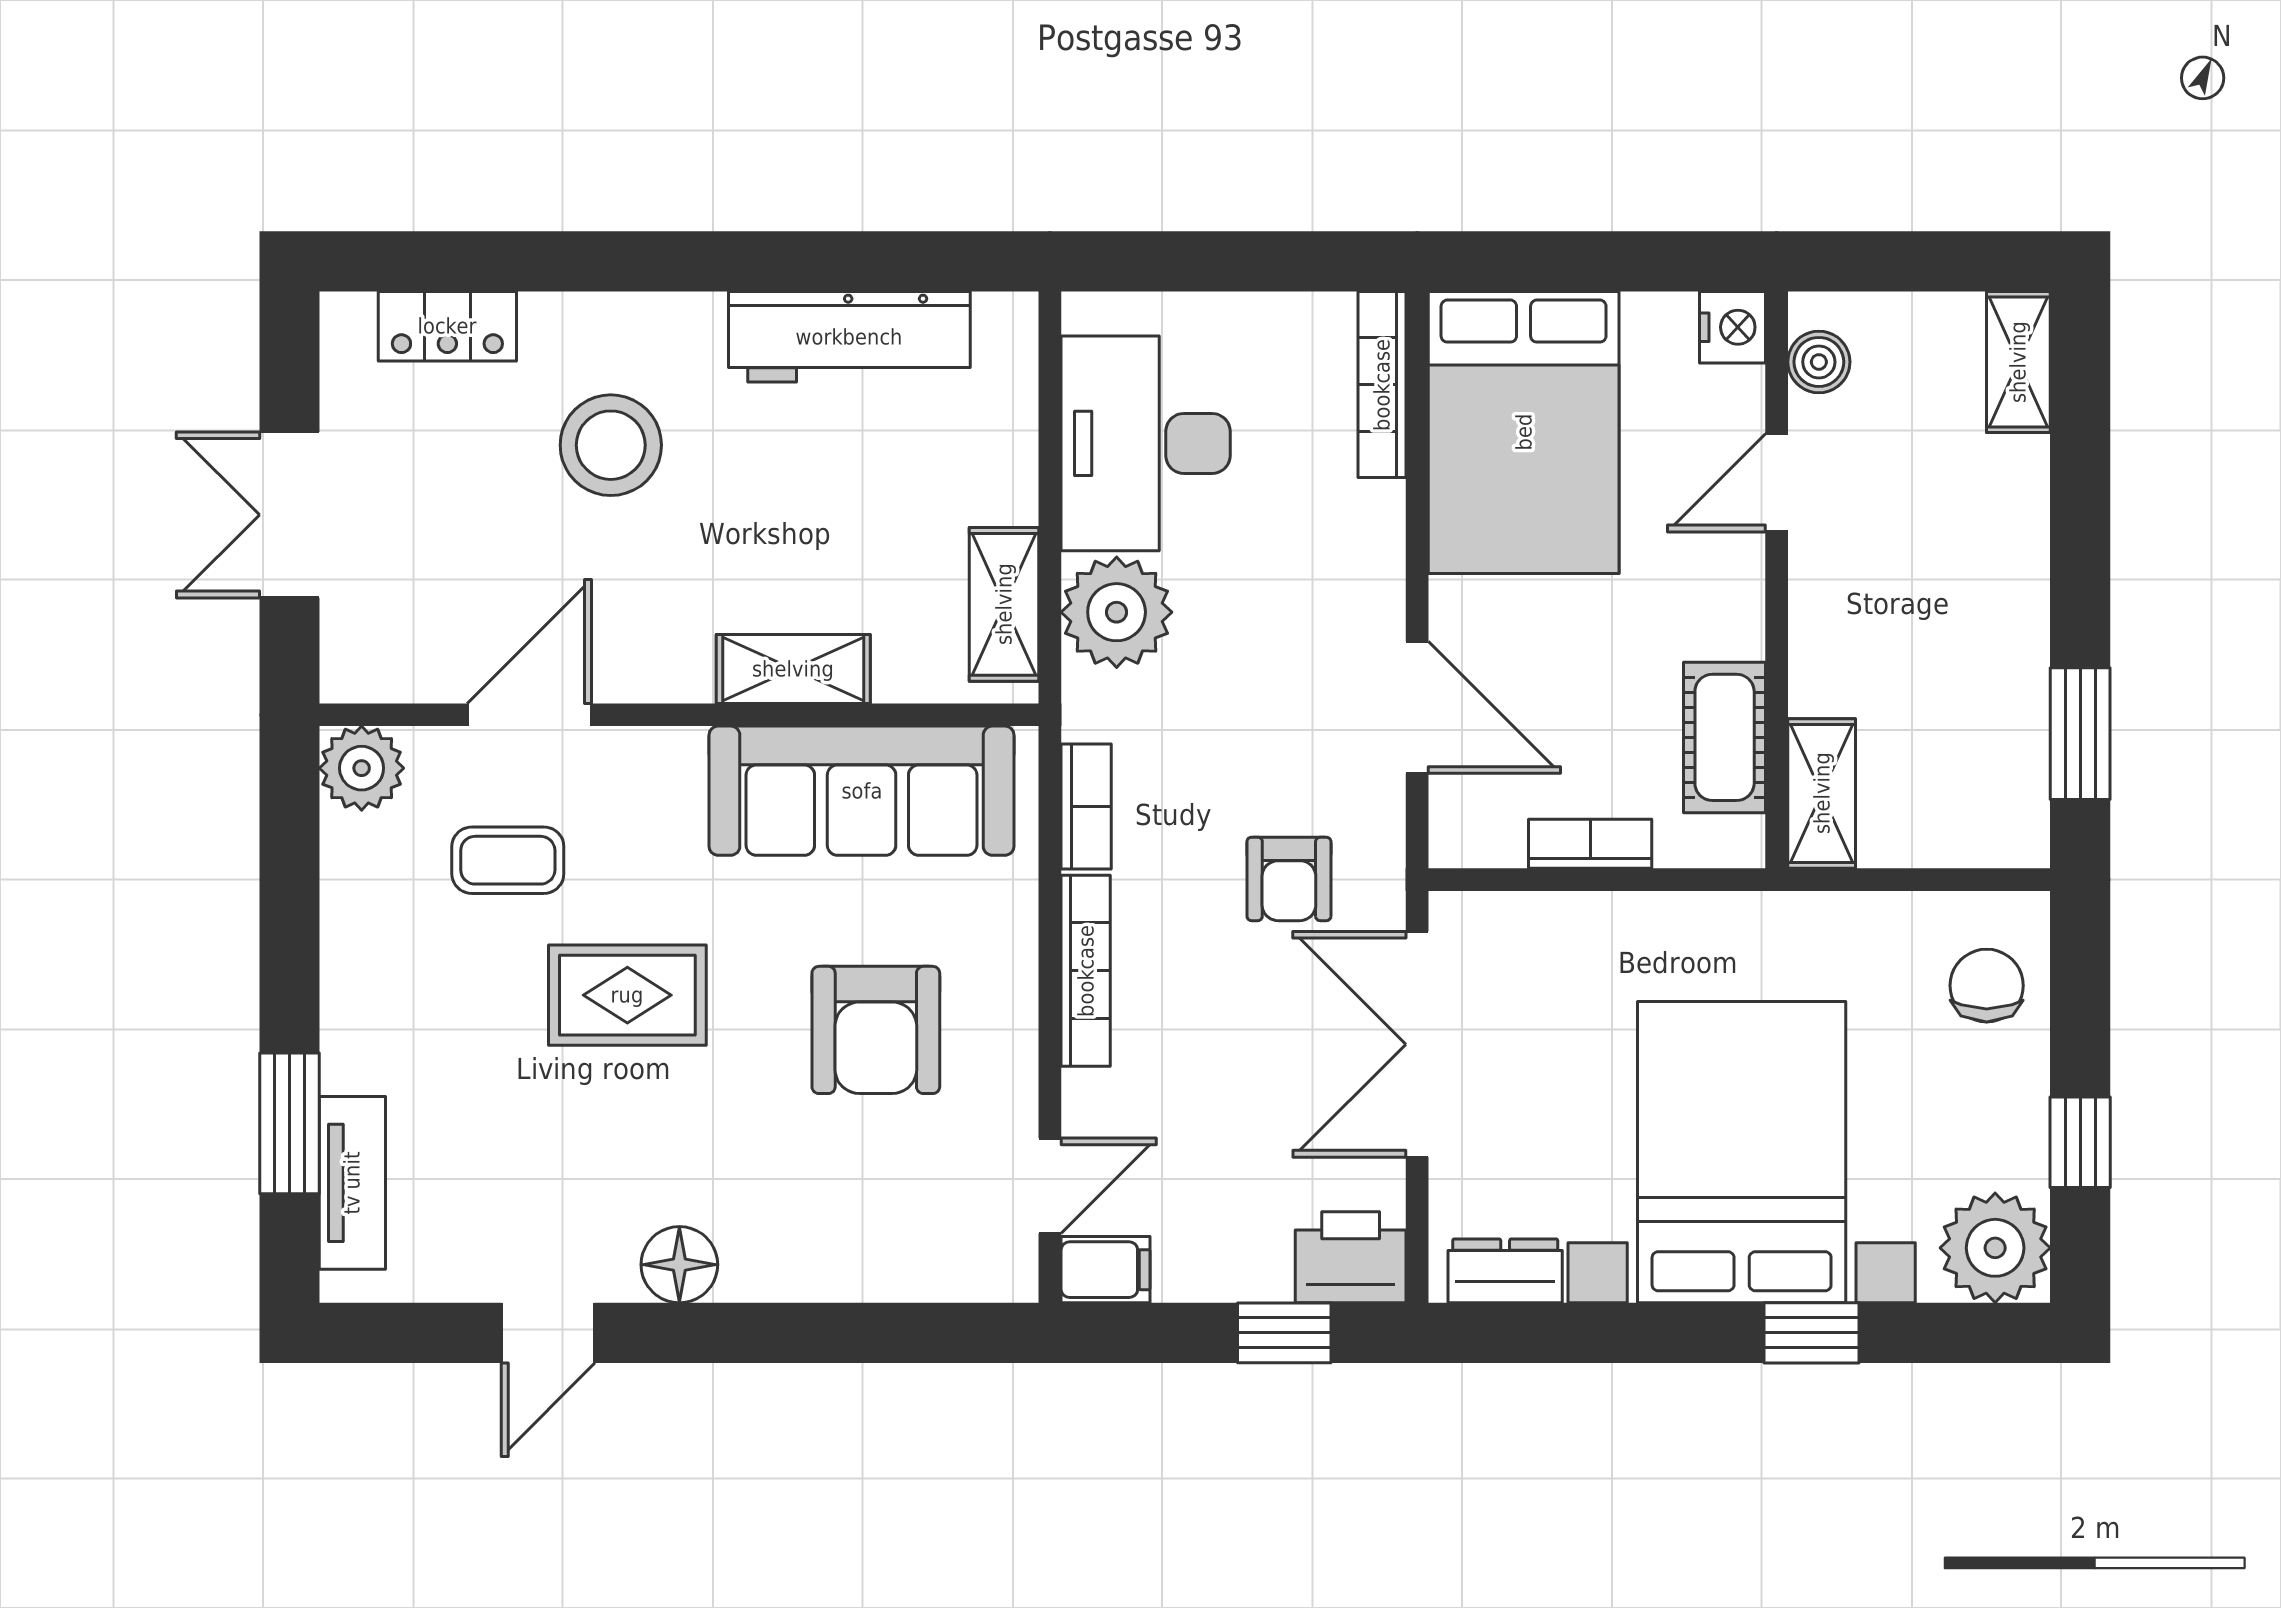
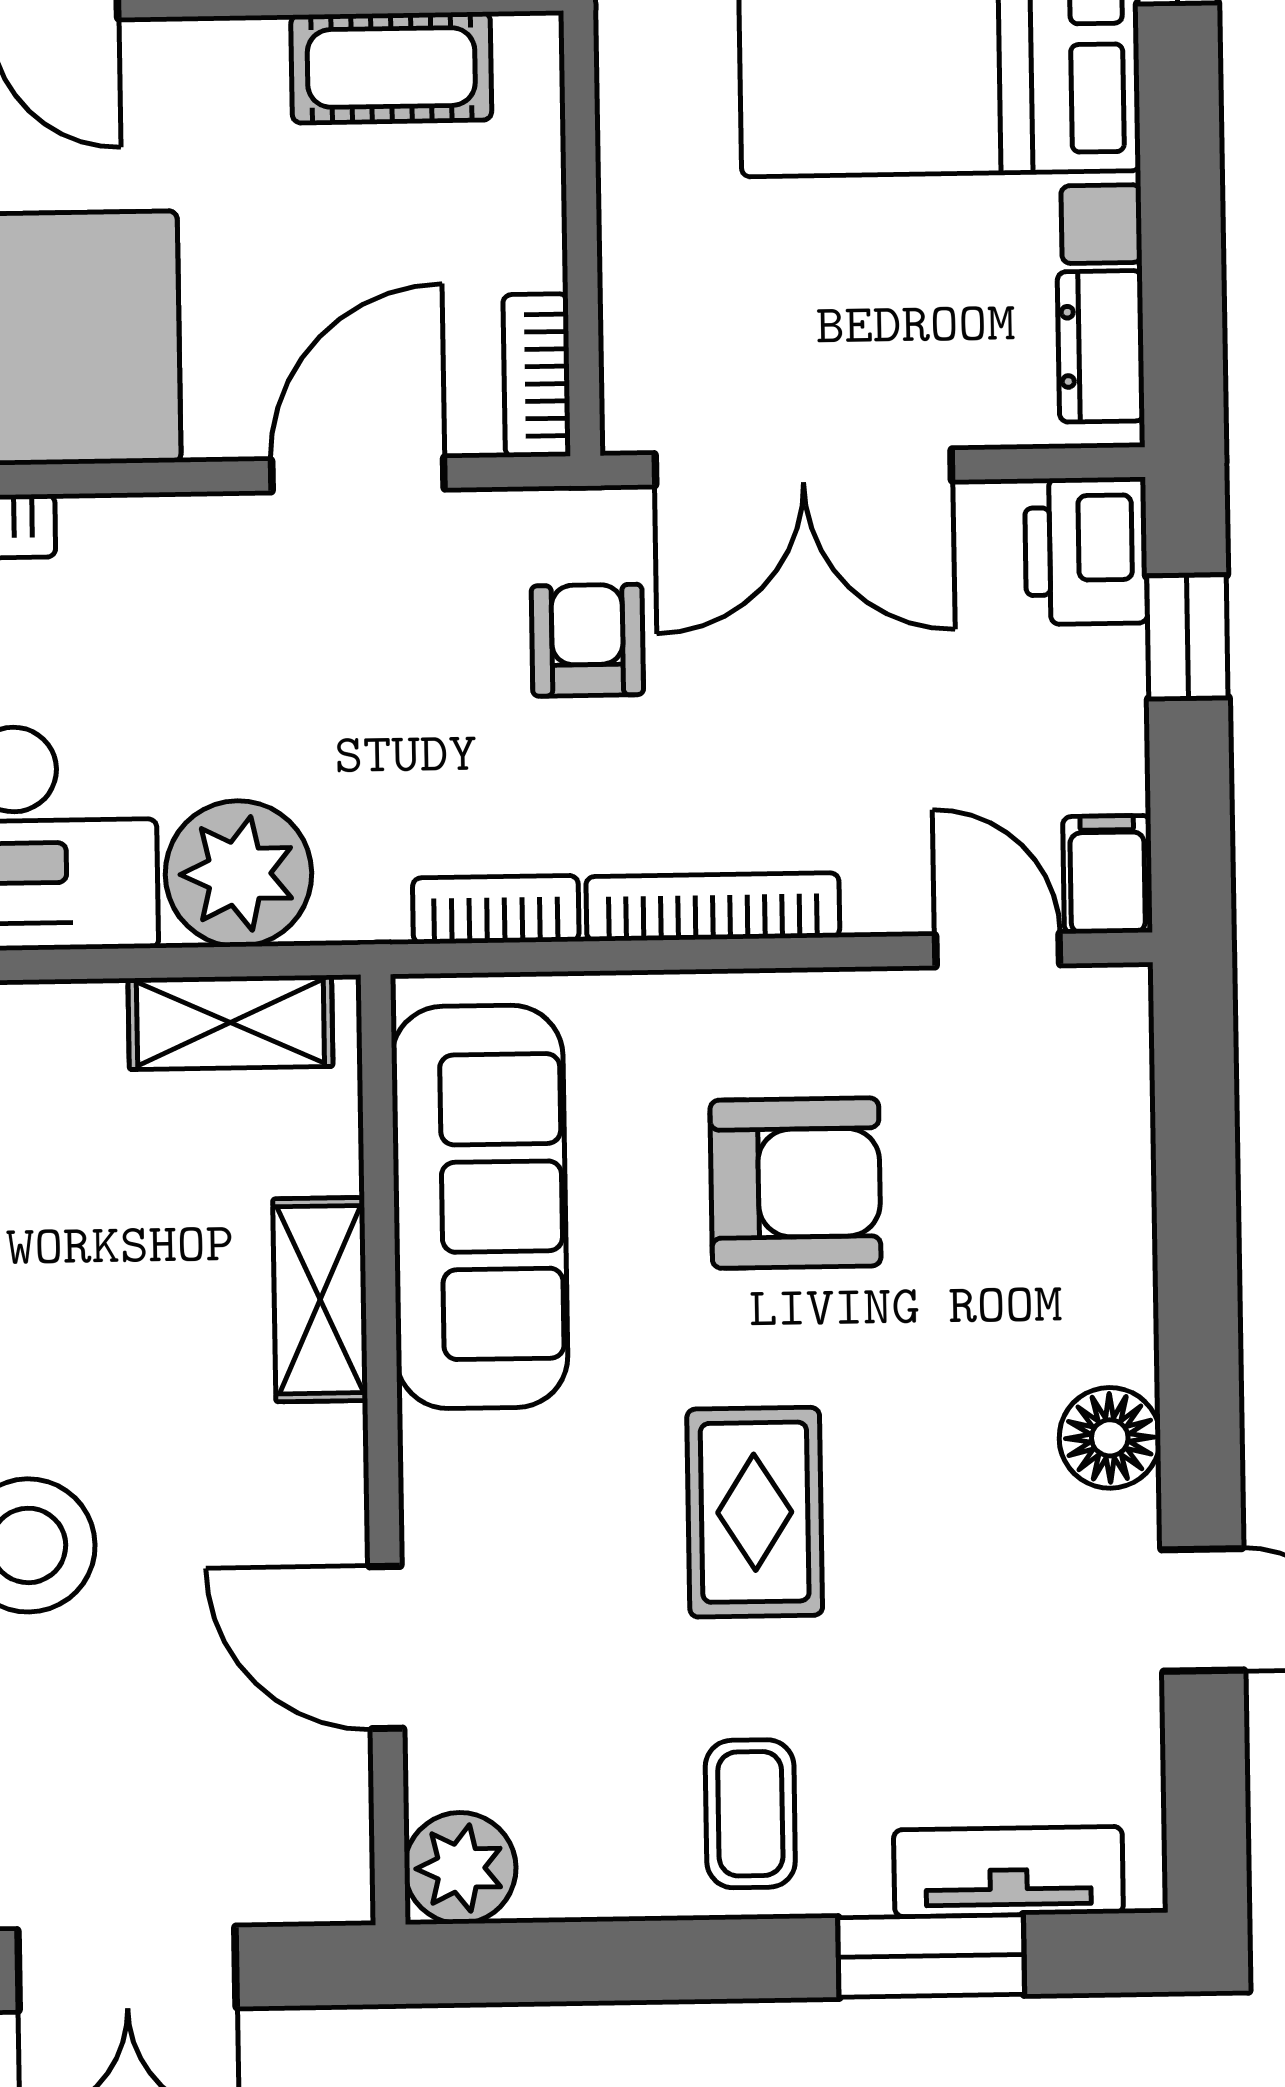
bookcase: (1590, 844) -> (537, 375), moved
coffee table: (508, 860) -> (750, 1814), moved
armchair: (1289, 879) -> (587, 640), turned -90

